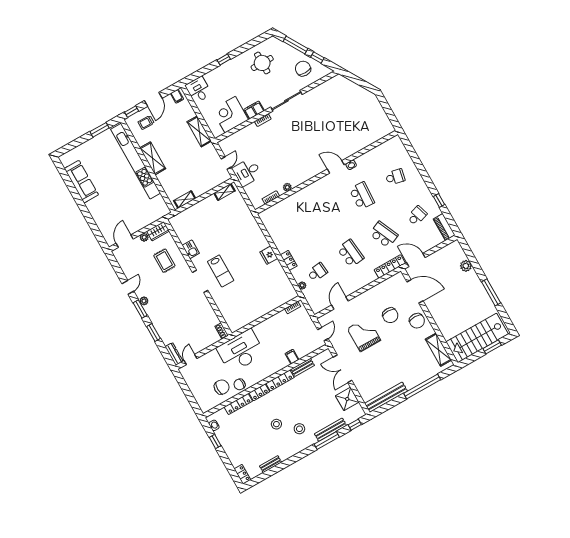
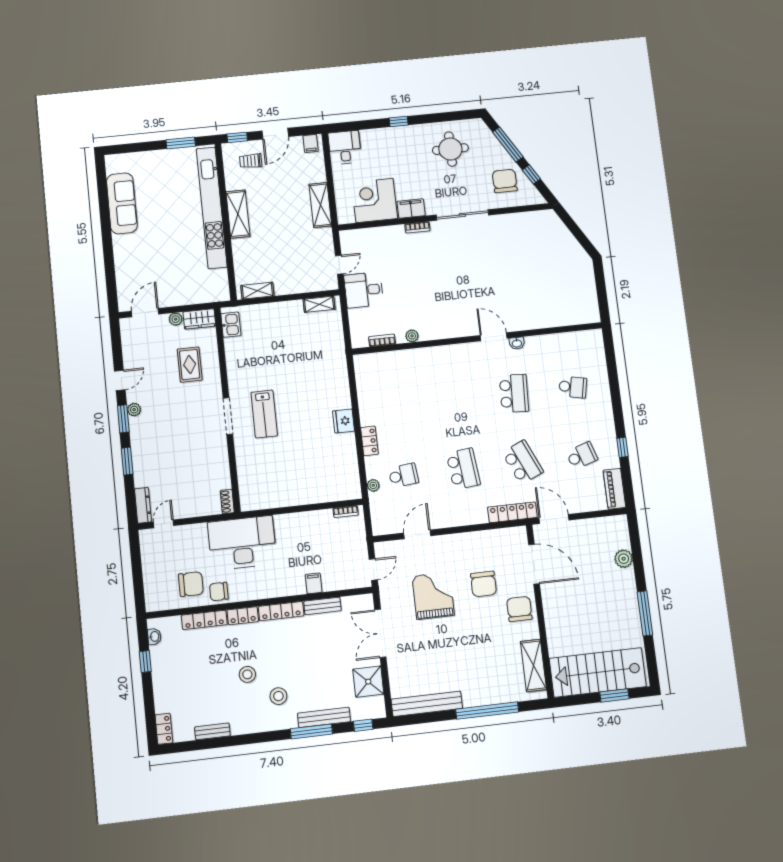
kitchen sink: (191, 249) -> (231, 325), moved
chair: (417, 321) -> (519, 609), turned 180

